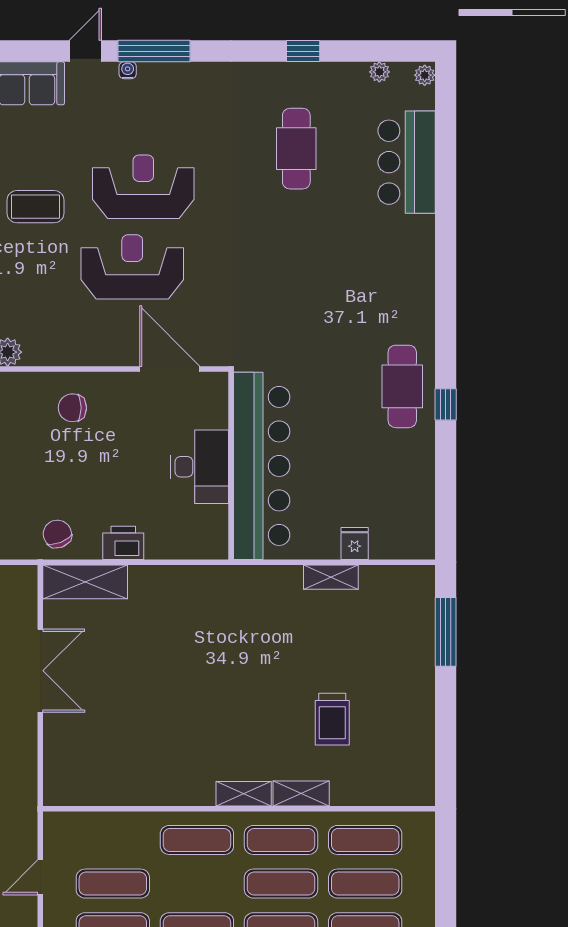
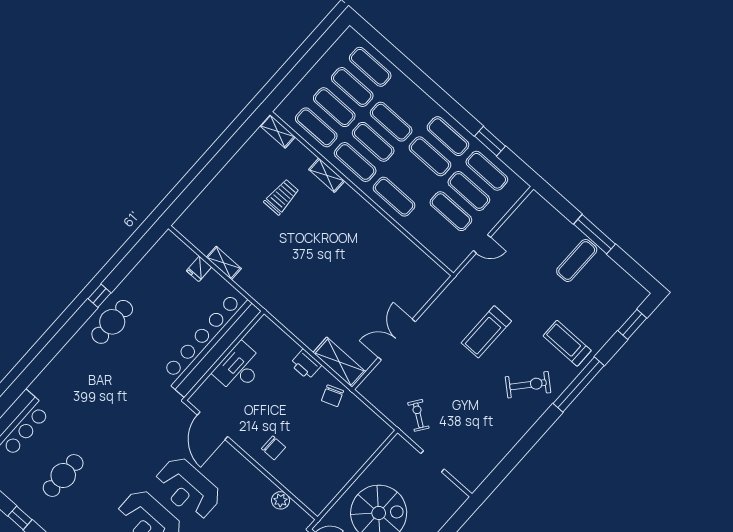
window: (446, 632) -> (193, 190), removed
shelving: (244, 794) -> (278, 131), moved

